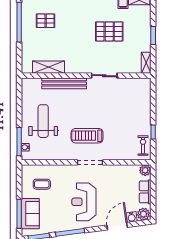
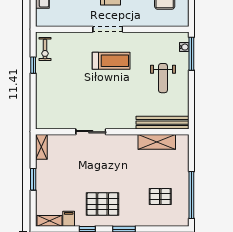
pallet: (109, 31) -> (102, 204), moved
bench: (64, 83) -> (163, 123), moved
weight bench: (43, 121) -> (163, 78), width x0.73, depth x0.75
plant: (145, 170) -> (42, 20), removed

